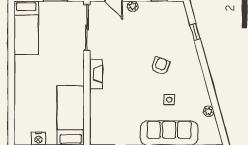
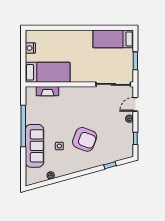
armchair: (160, 66) -> (85, 139), width x1.88, depth x1.88
fireplace: (96, 74) -> (48, 91), moved

